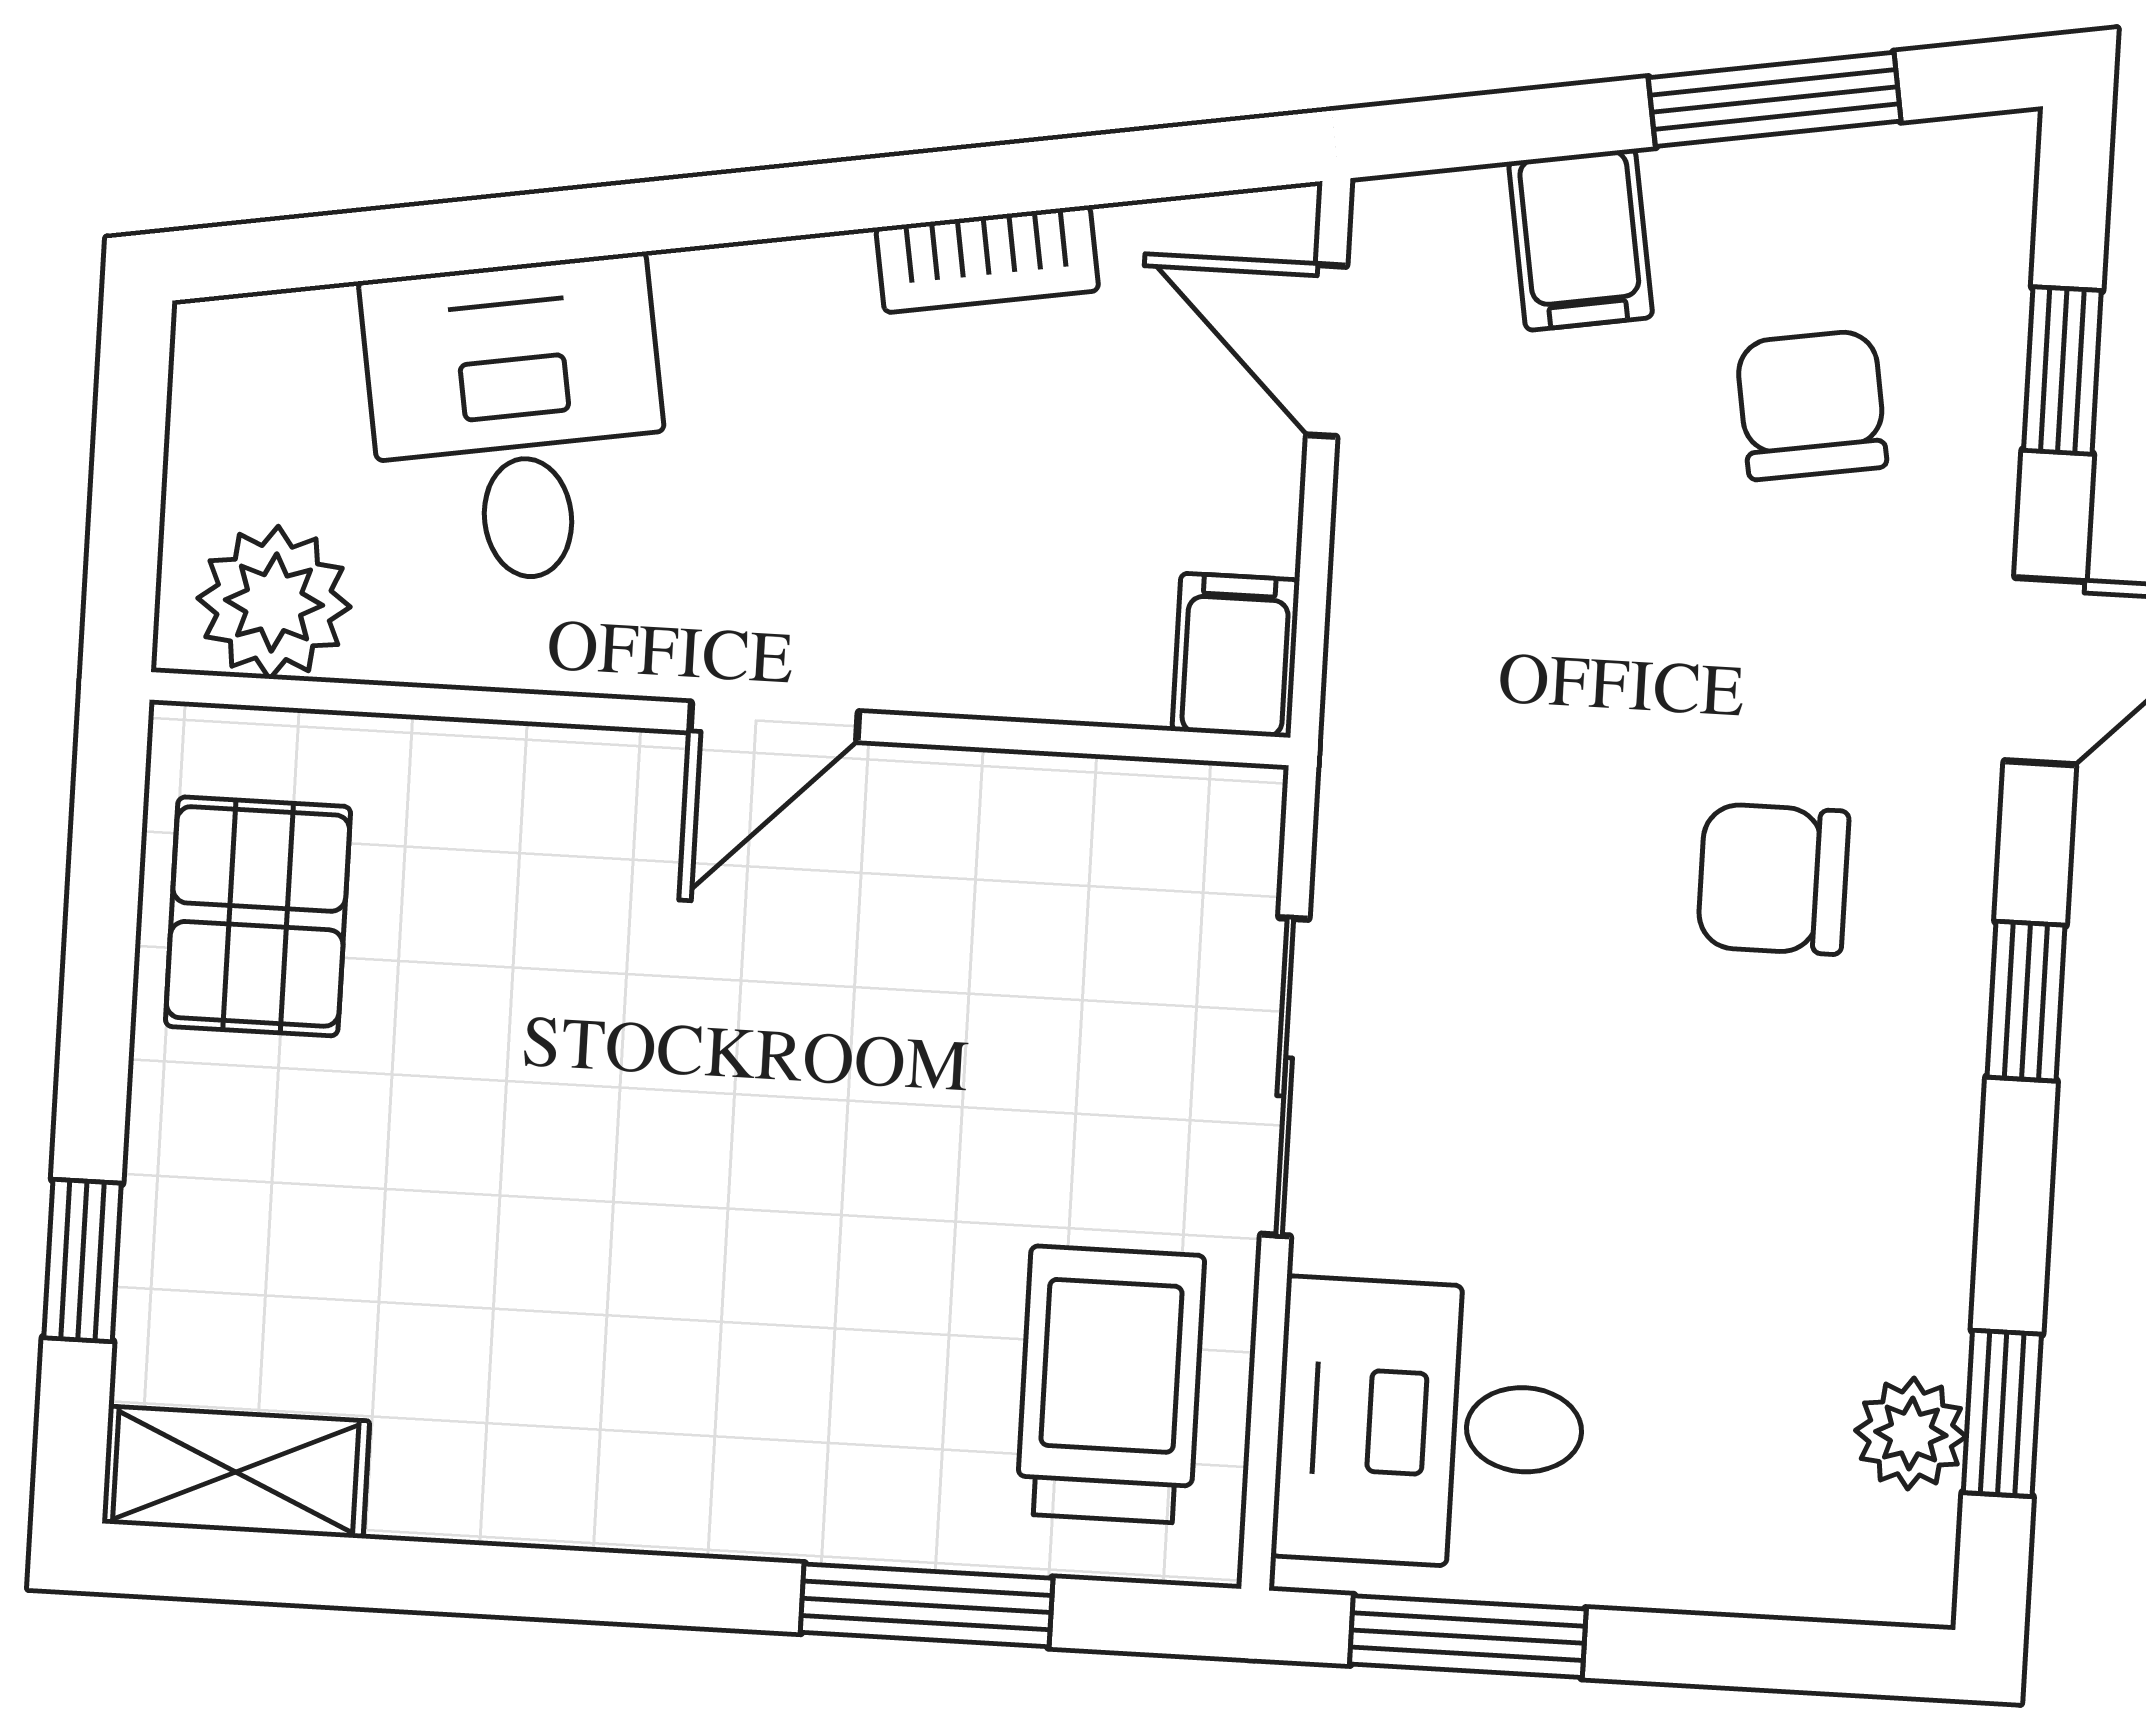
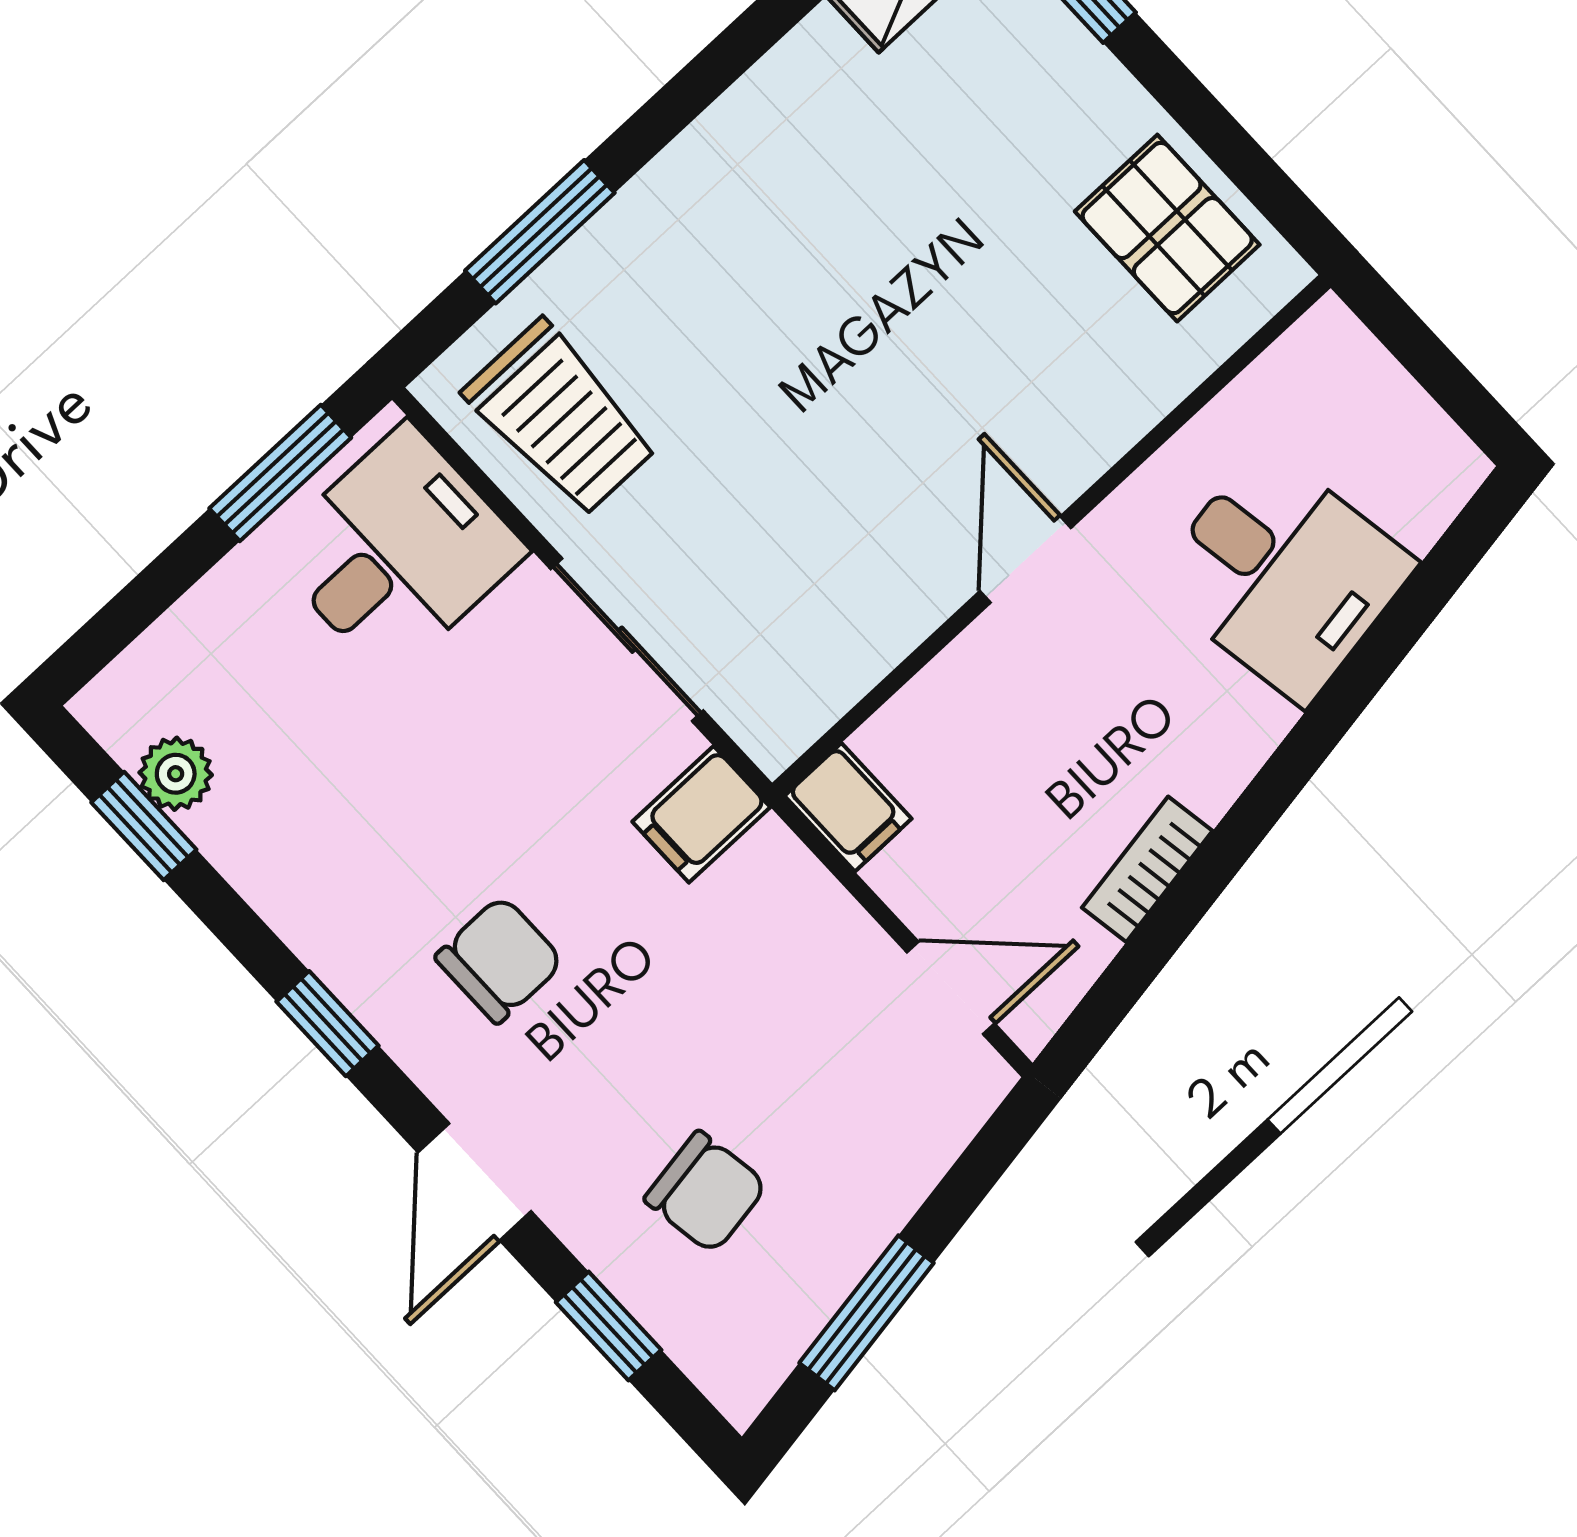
filing cabinet: (1581, 240) -> (701, 814), moved, turned -81
plant: (274, 603) -> (1308, 378), removed

